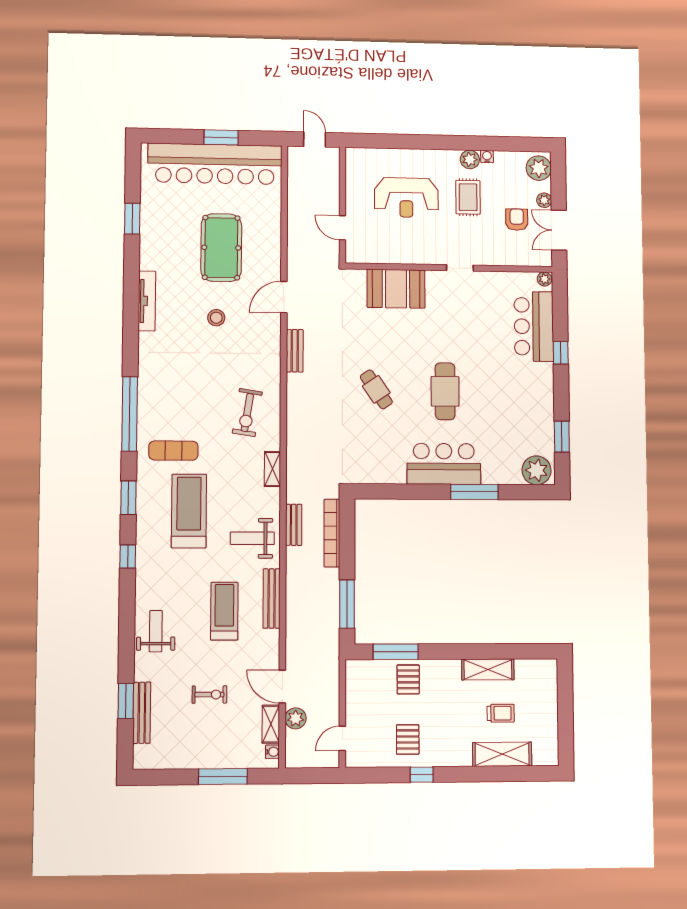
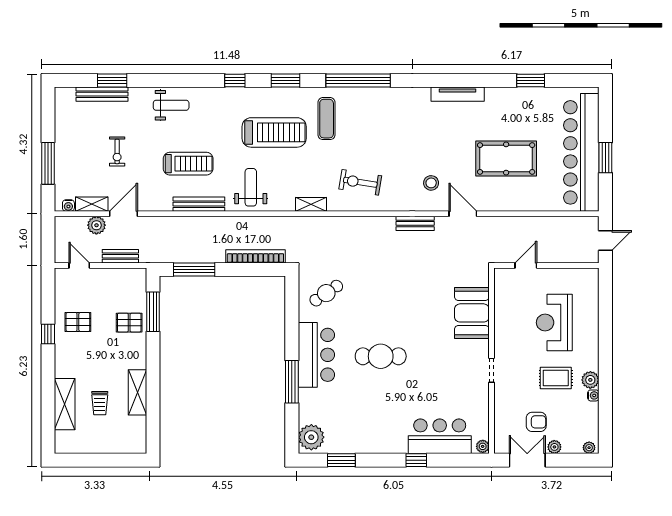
plant: (539, 168) -> (589, 448), width x0.53, depth x0.53
stool: (216, 318) -> (431, 183), moved
cafe table: (376, 389) -> (326, 293), moved
bench: (294, 525) -> (120, 256), moved

